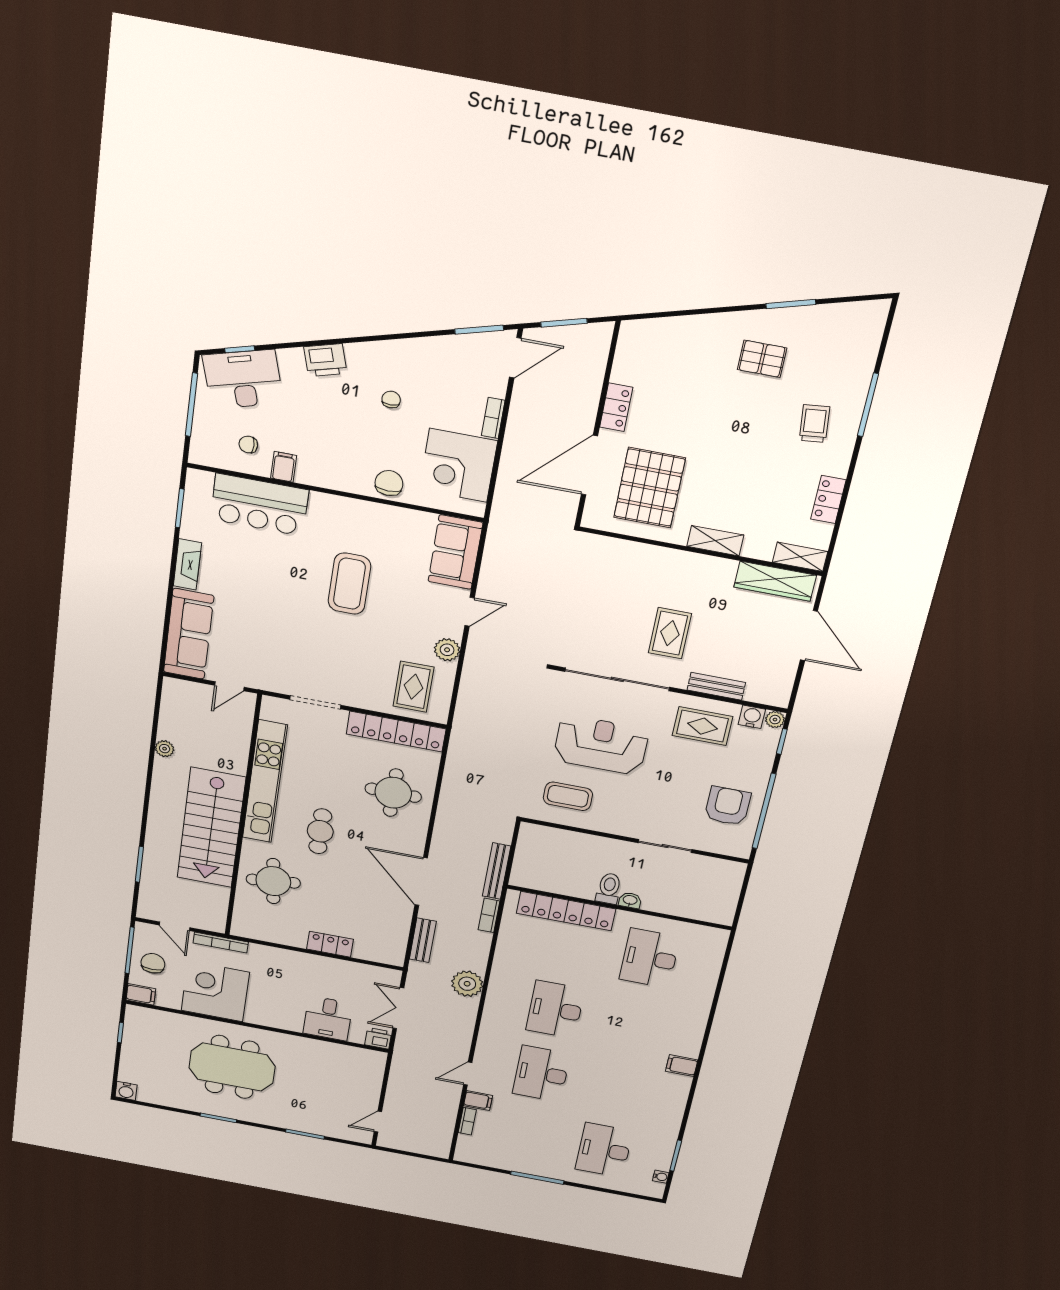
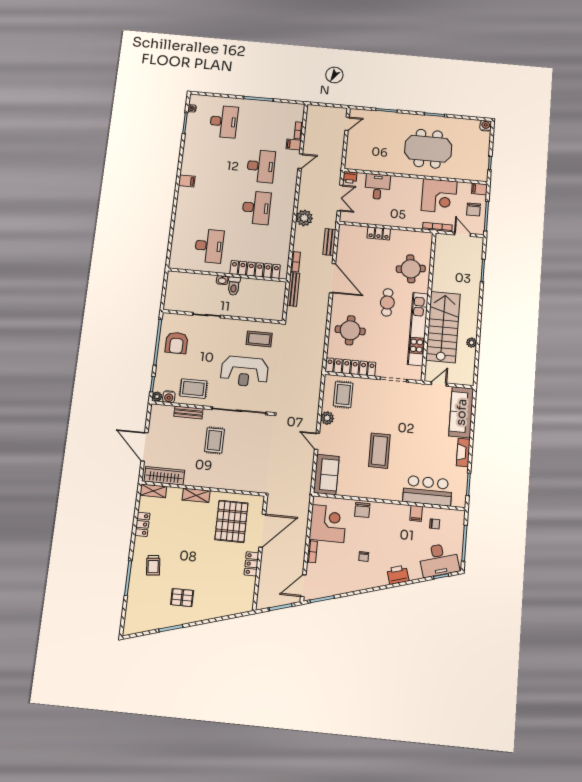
door: (470, 612) -> (317, 441), hinge flipped
stairs: (211, 828) -> (443, 327), moved

